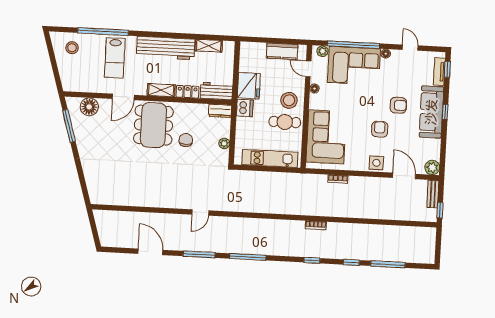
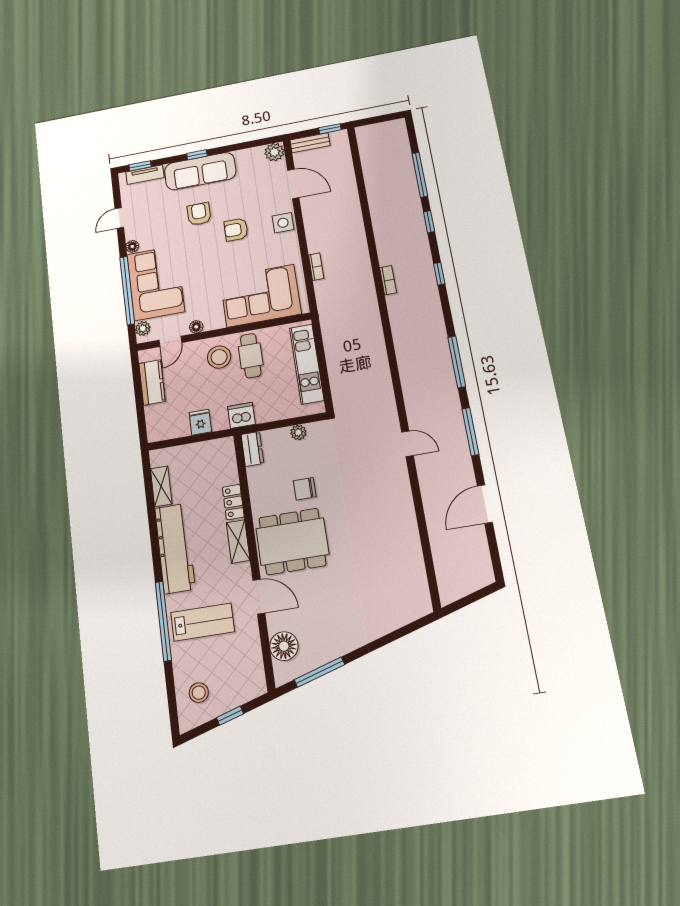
window: (103, 32) -> (163, 621), moved
window: (54, 65) -> (230, 716), added
fridge: (249, 86) -> (200, 422), width x0.53, depth x0.75
workbench: (217, 91) -> (225, 461), removed
door: (404, 176) -> (293, 184), swing flipped

